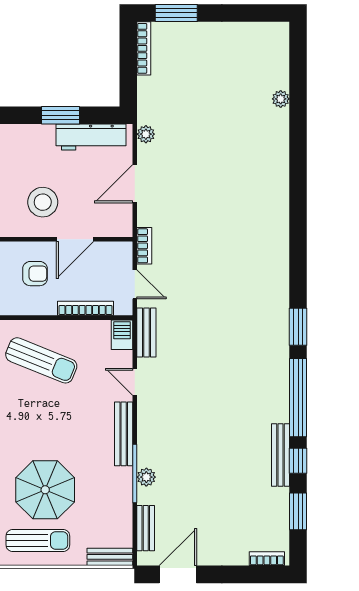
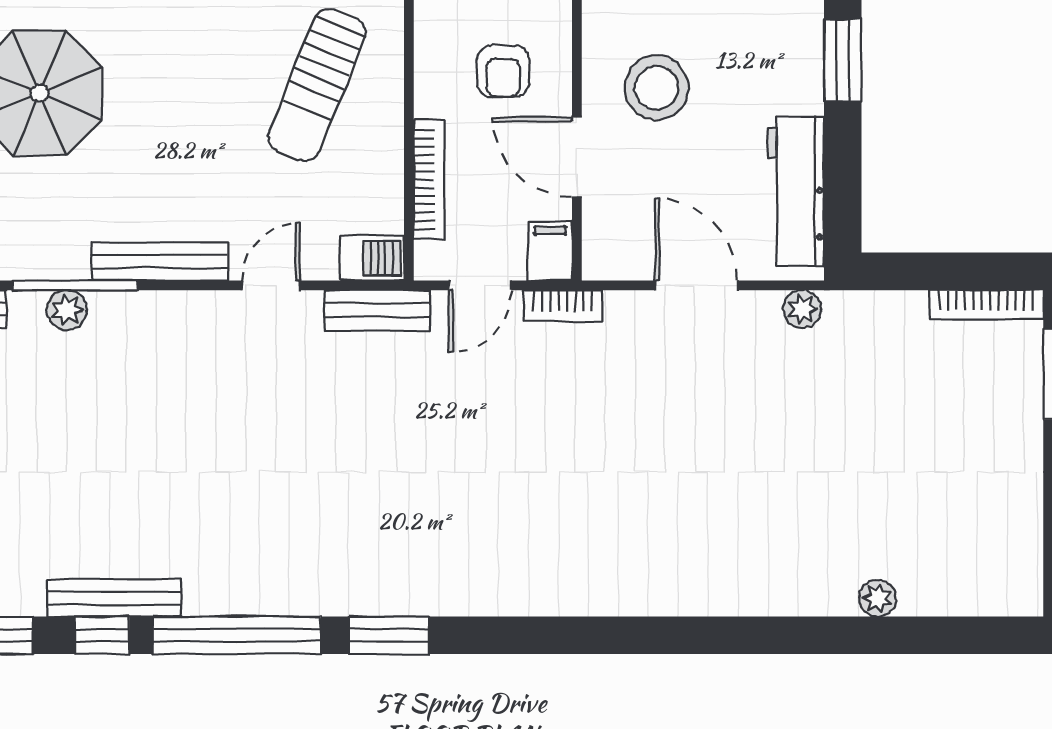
window: (61, 115) -> (843, 60), moved
filing cabinet: (119, 252) -> (550, 251), added

